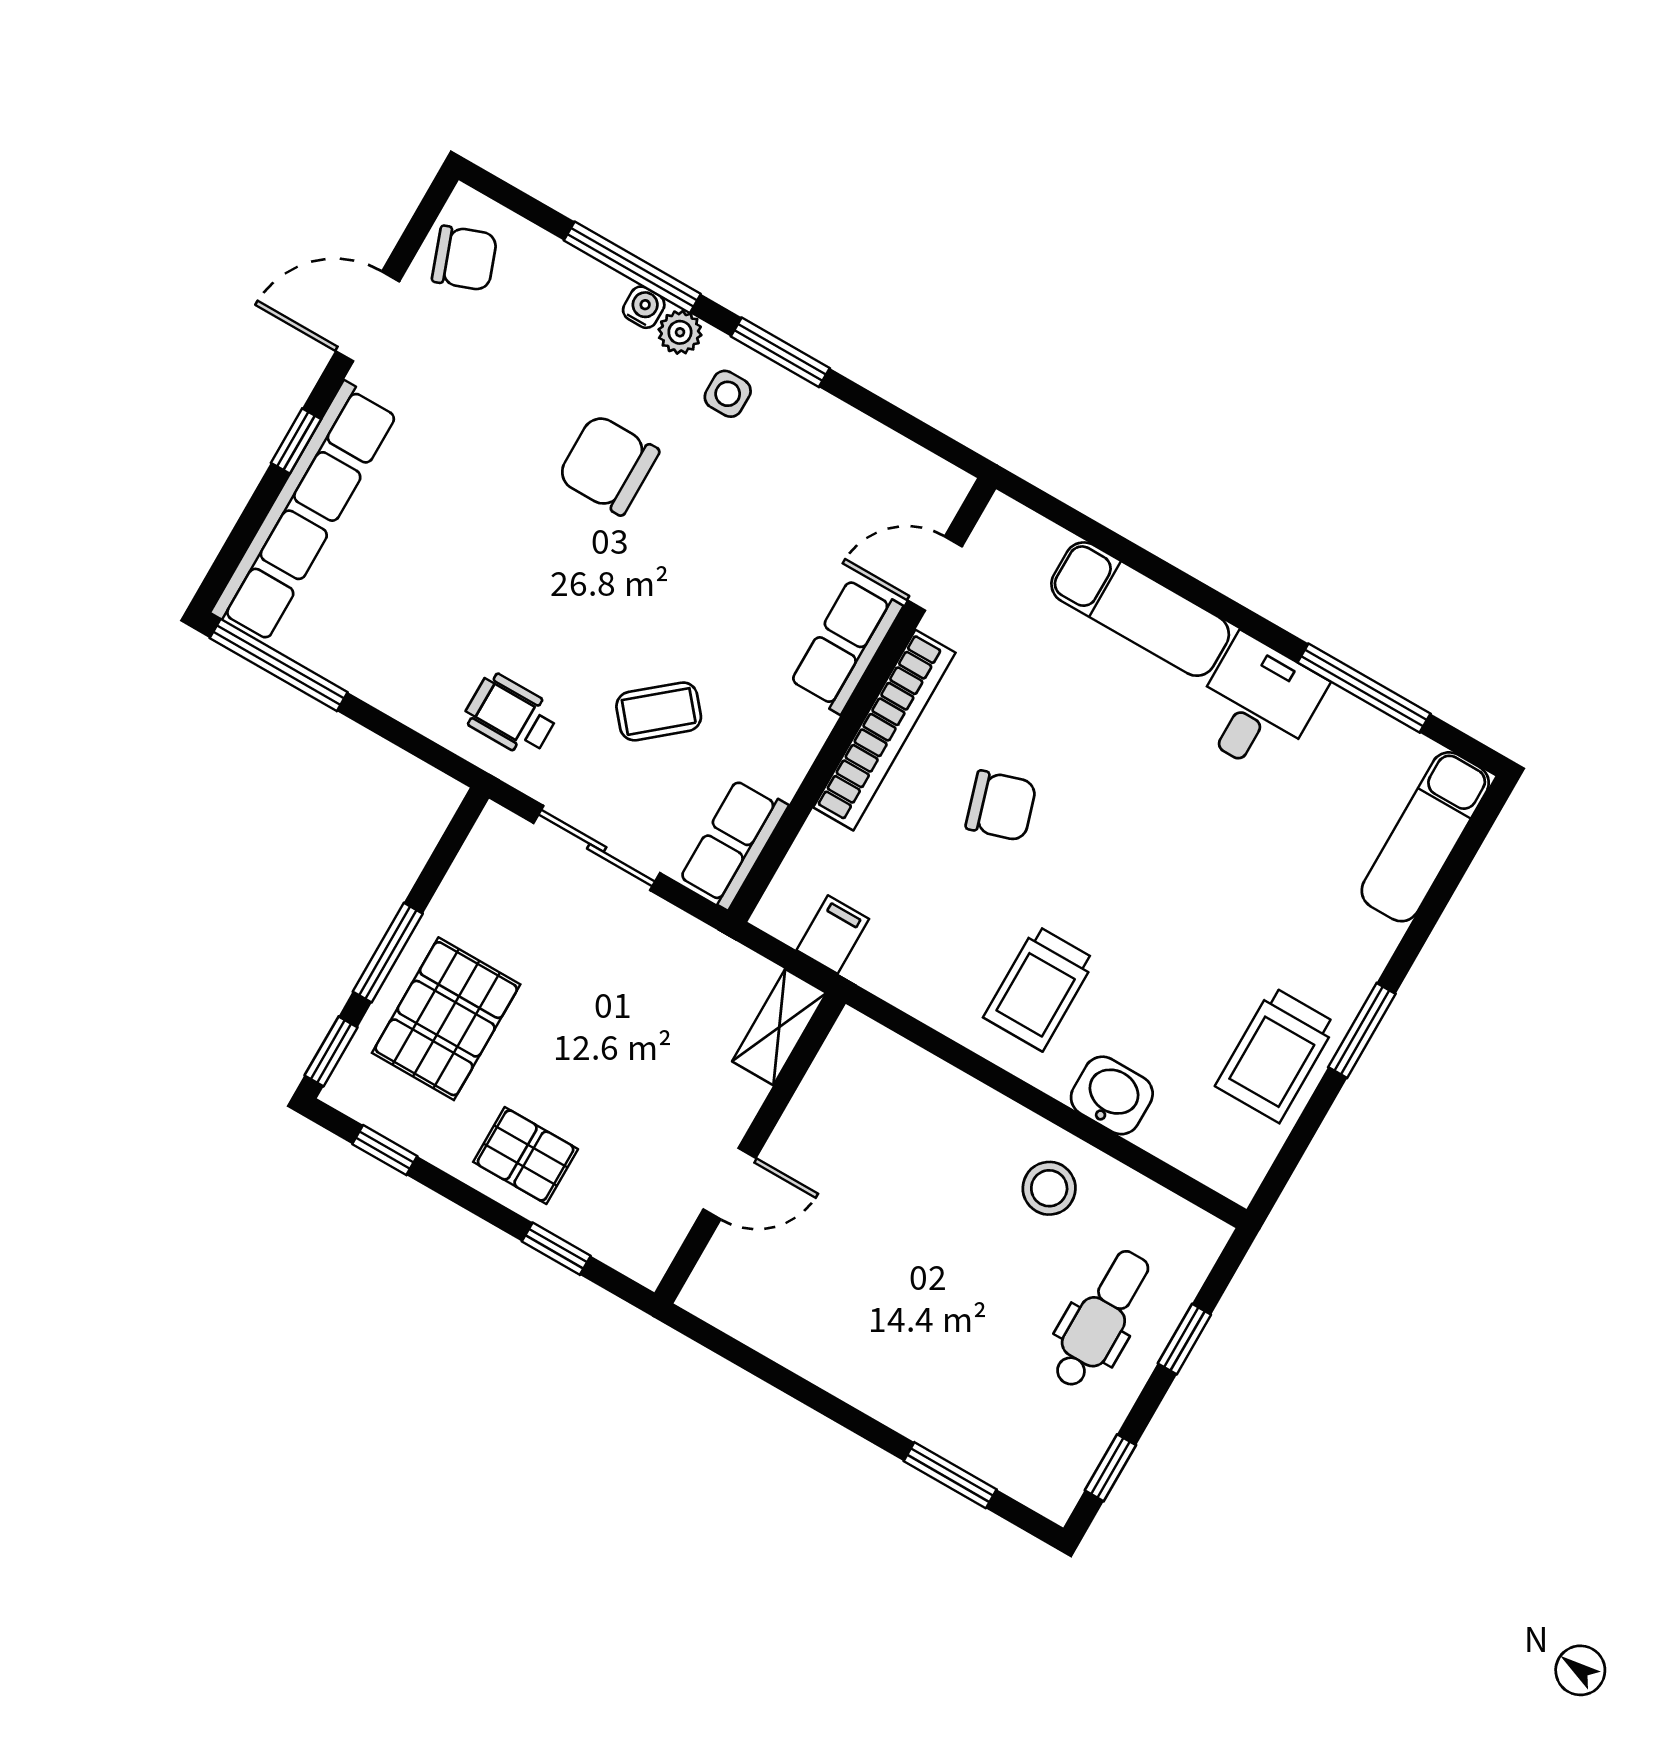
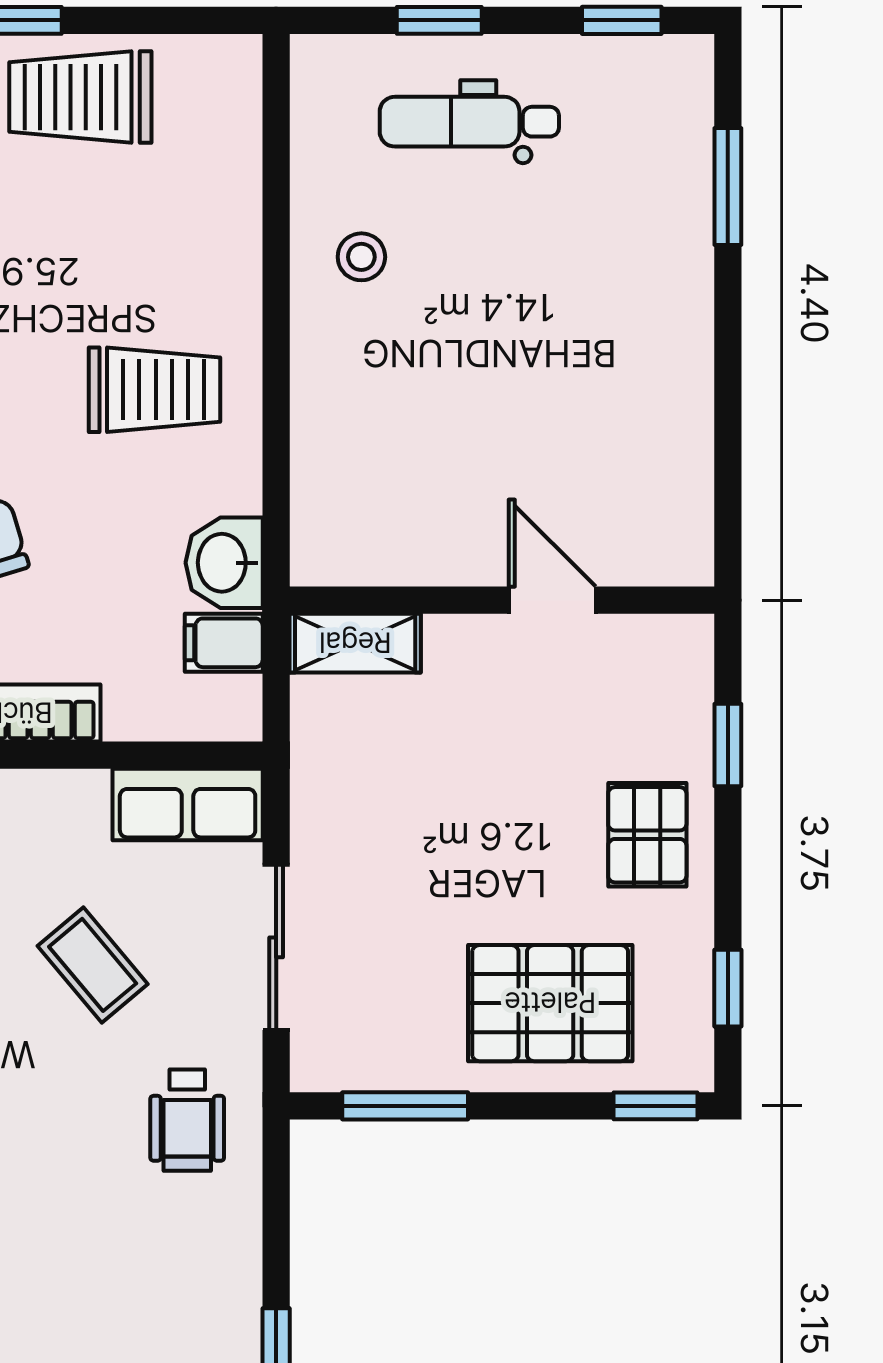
window: (388, 953) -> (405, 1106), moved
trolley: (1276, 1055) -> (80, 97), turned 180
washbasin: (1112, 1095) -> (224, 563), moved
stool: (1049, 1188) -> (361, 257), width x0.73, depth x0.73

